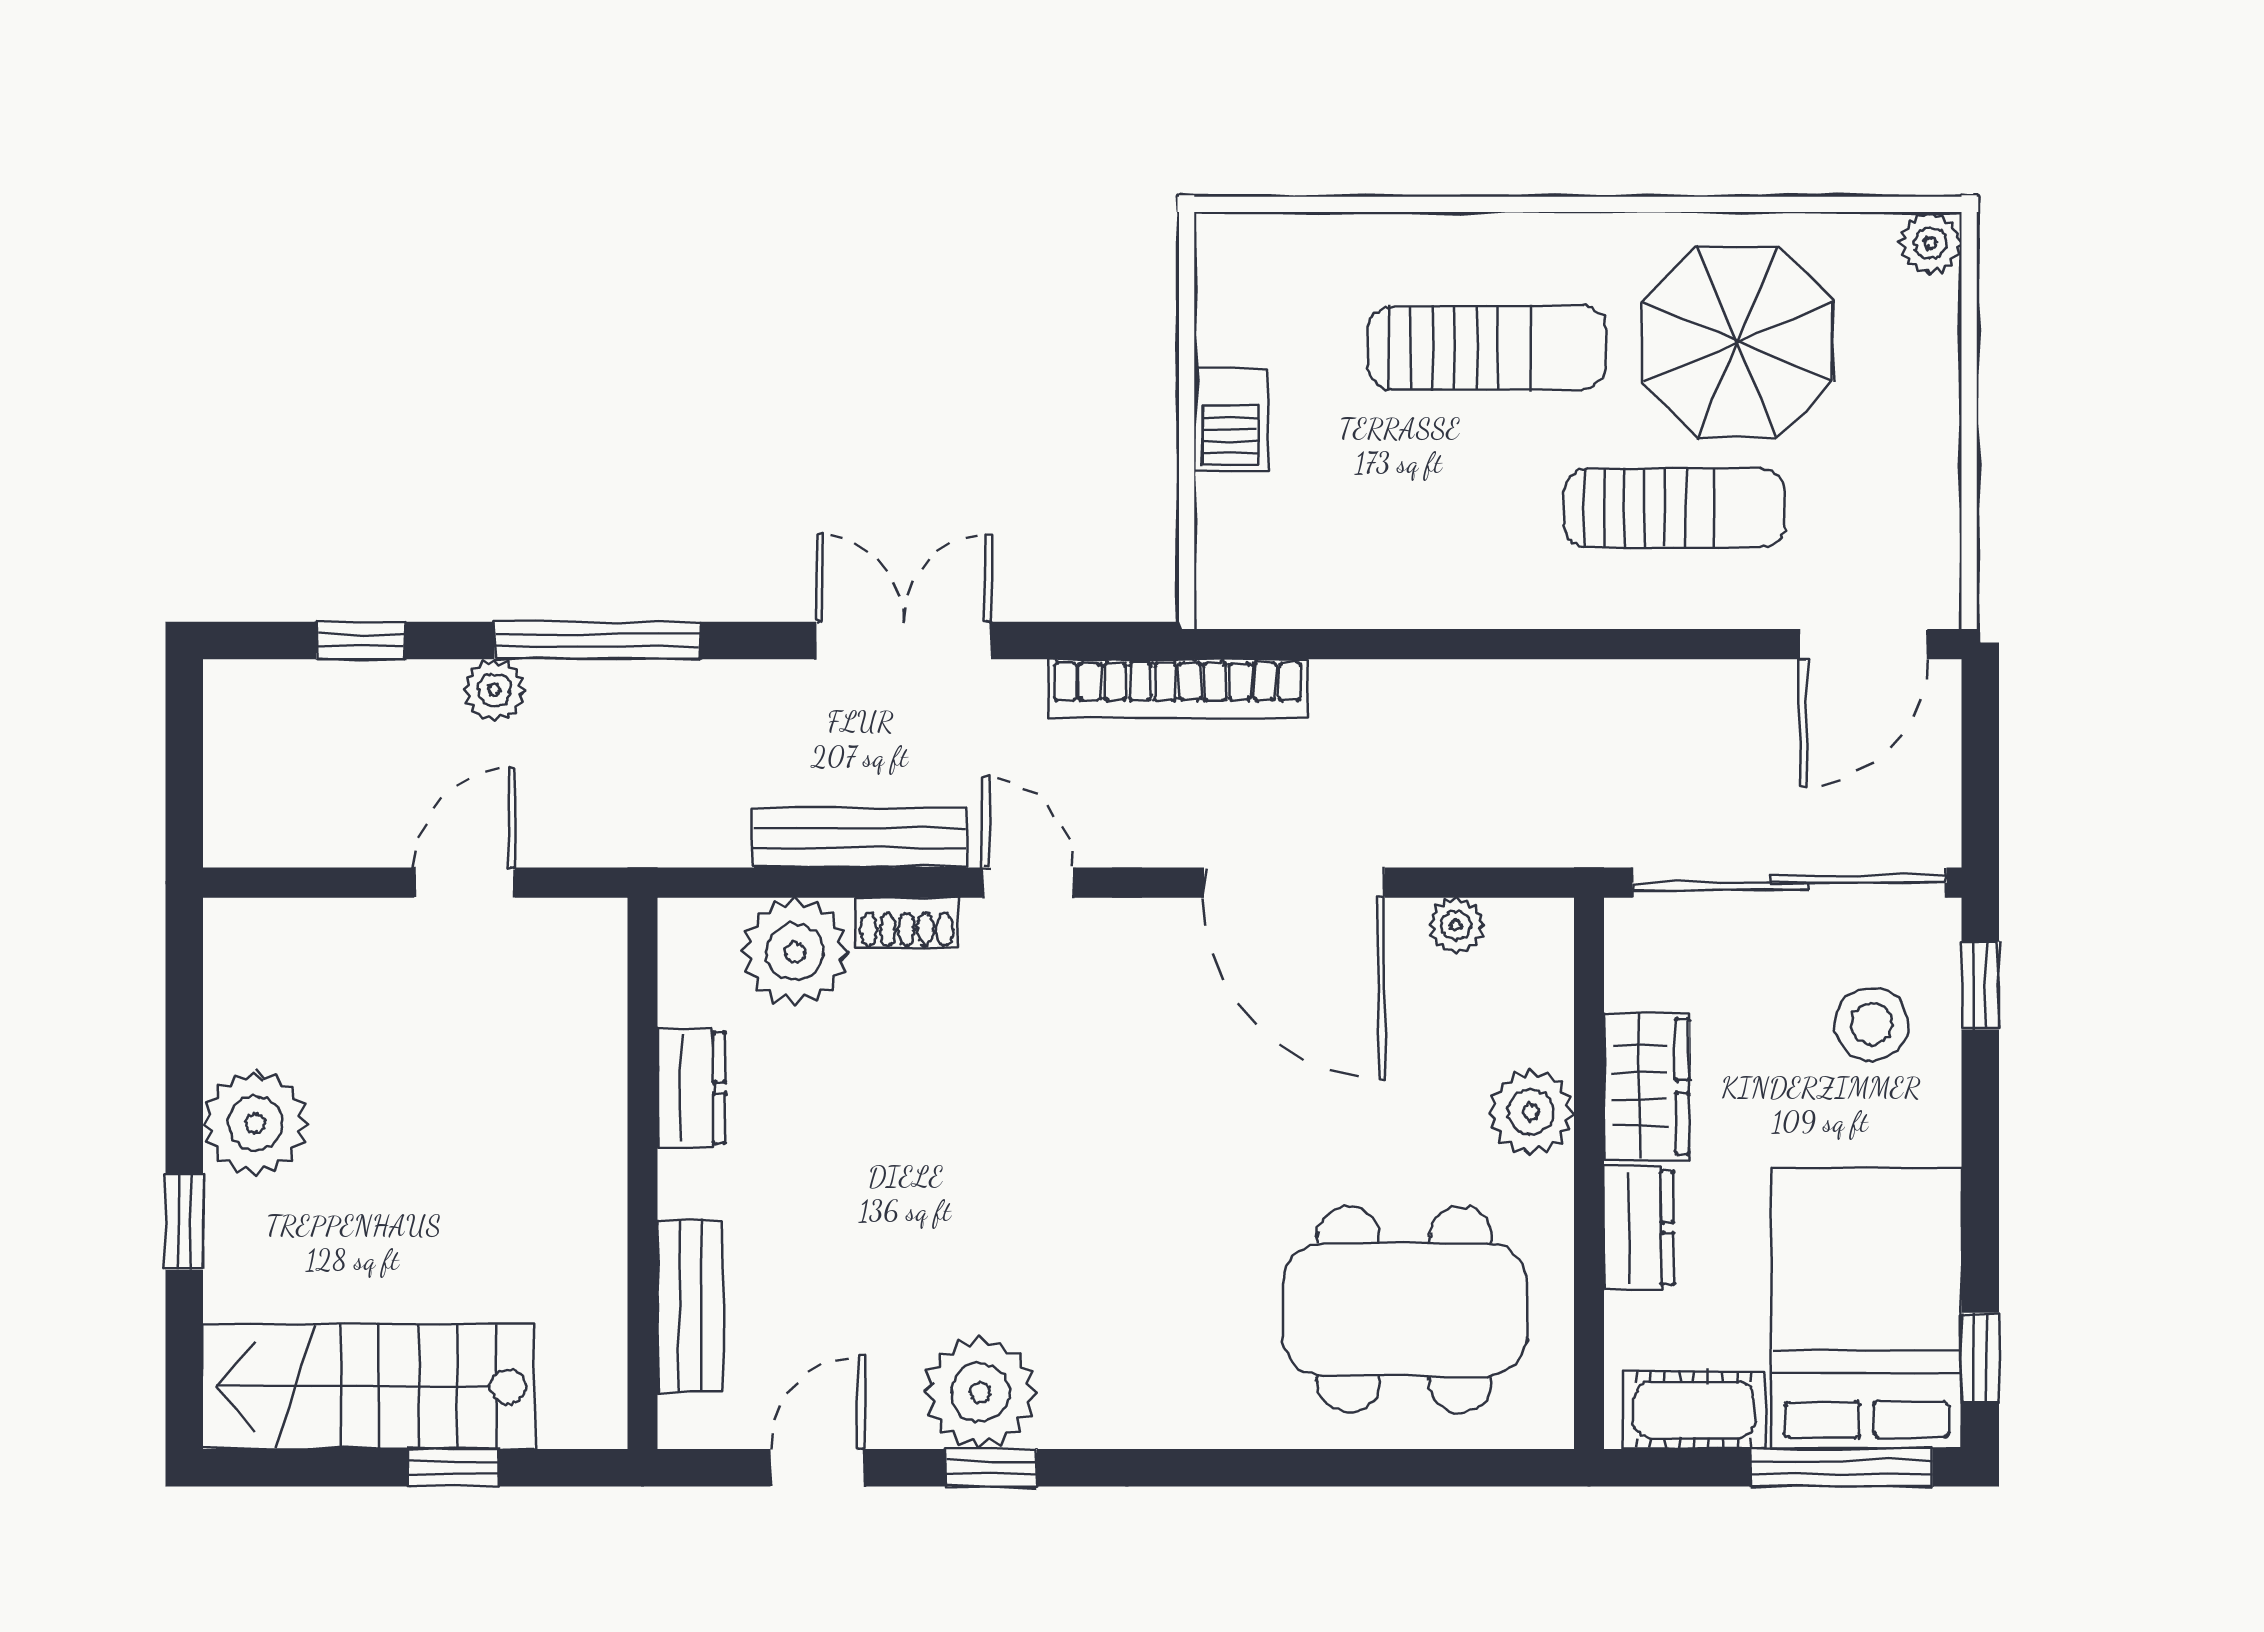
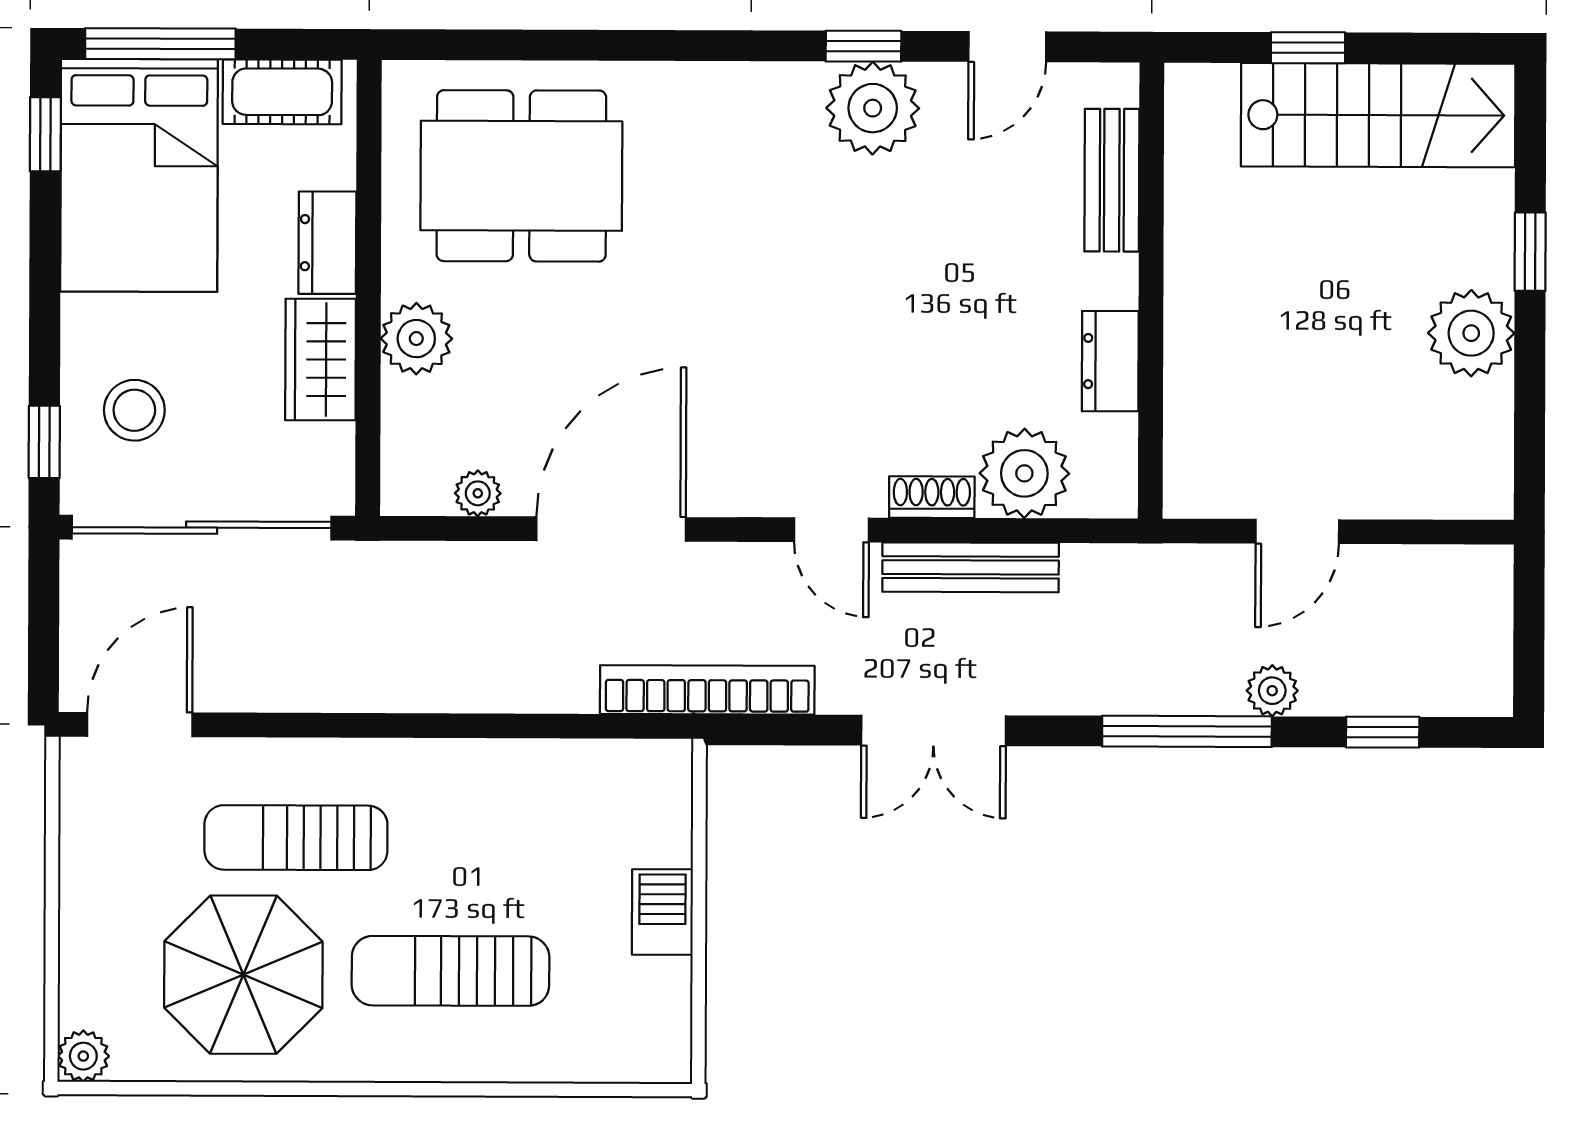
door: (1294, 883) -> (611, 529), hinge flipped

